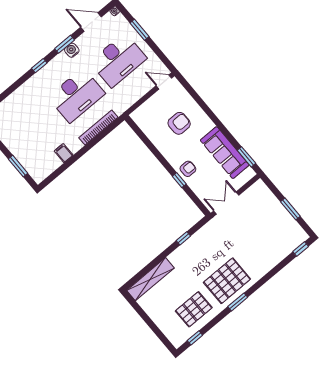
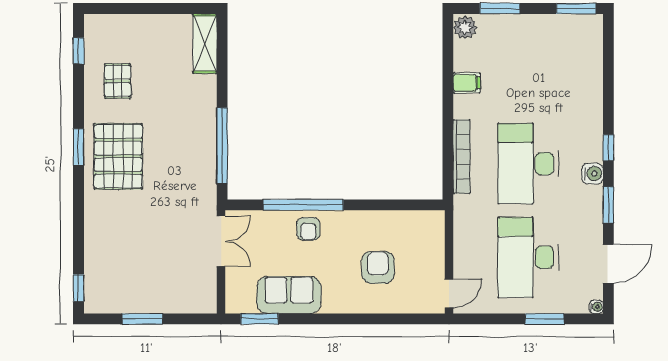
water cooler: (72, 50) -> (593, 174), moved
armchair: (179, 123) -> (378, 267), turned 180
sofa: (225, 153) -> (289, 295), width x0.73
plant: (39, 175) -> (465, 27), added
window: (179, 180) -> (303, 205), width x3.17
window: (183, 238) -> (222, 146), width x3.17
shelving: (150, 279) -> (205, 44), width x0.68
pallet: (194, 309) -> (117, 81), width x0.67, depth x0.71

